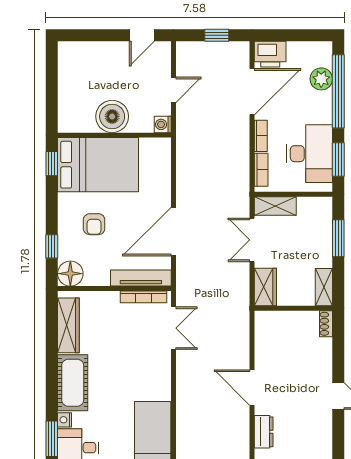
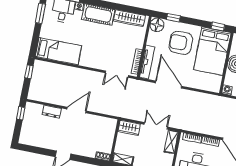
armchair: (94, 224) -> (181, 43), width x1.88, depth x1.88

